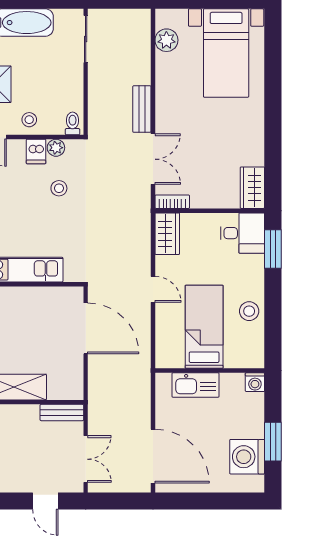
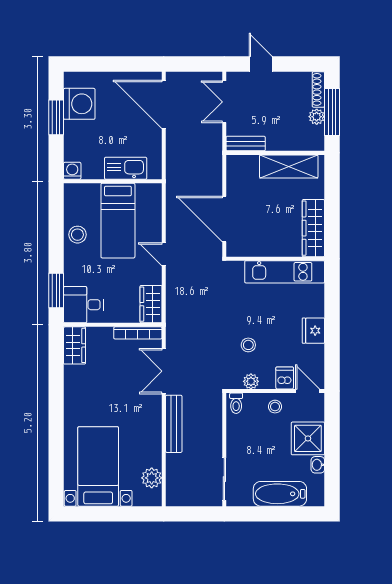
bench: (142, 109) -> (174, 424), width x1.36
dishwasher: (36, 151) -> (285, 378), moved
bookcase: (172, 202) -> (138, 333), width x1.56

